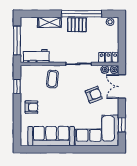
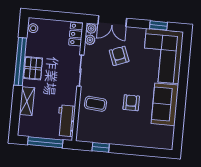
armchair: (31, 107) -> (131, 103), moved
sofa: (51, 136) -> (165, 104), width x0.73

